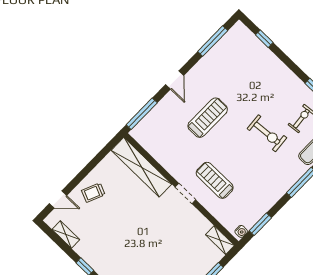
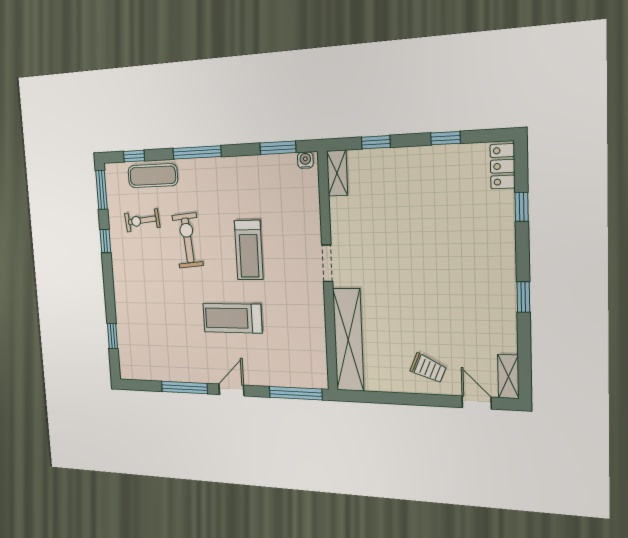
window: (213, 41) -> (184, 388), moved
treadmill: (215, 180) -> (249, 250), moved
shelving: (66, 235) -> (508, 376), moved

